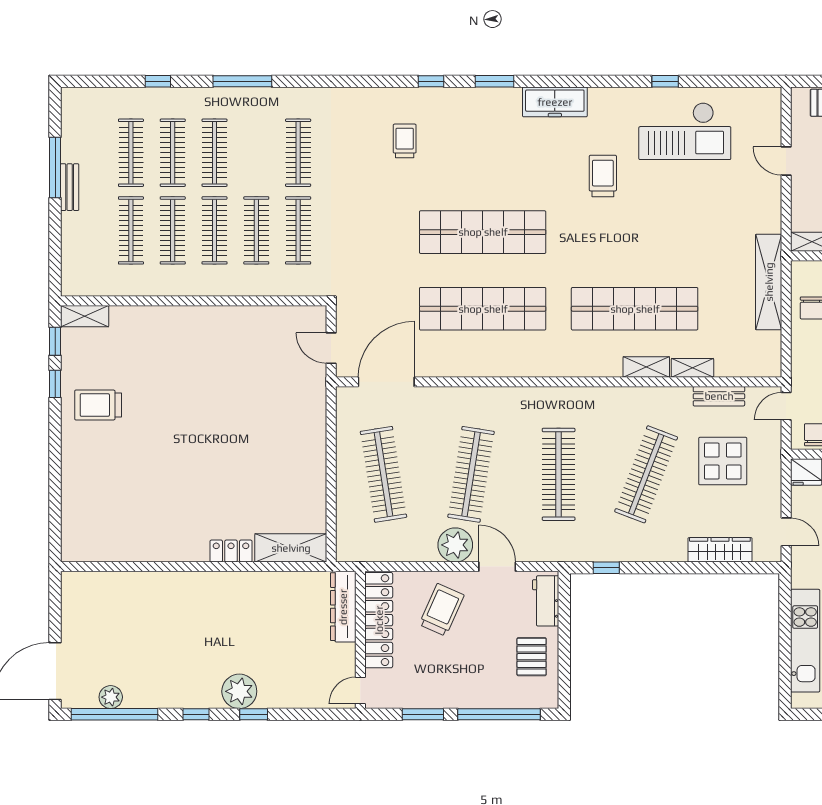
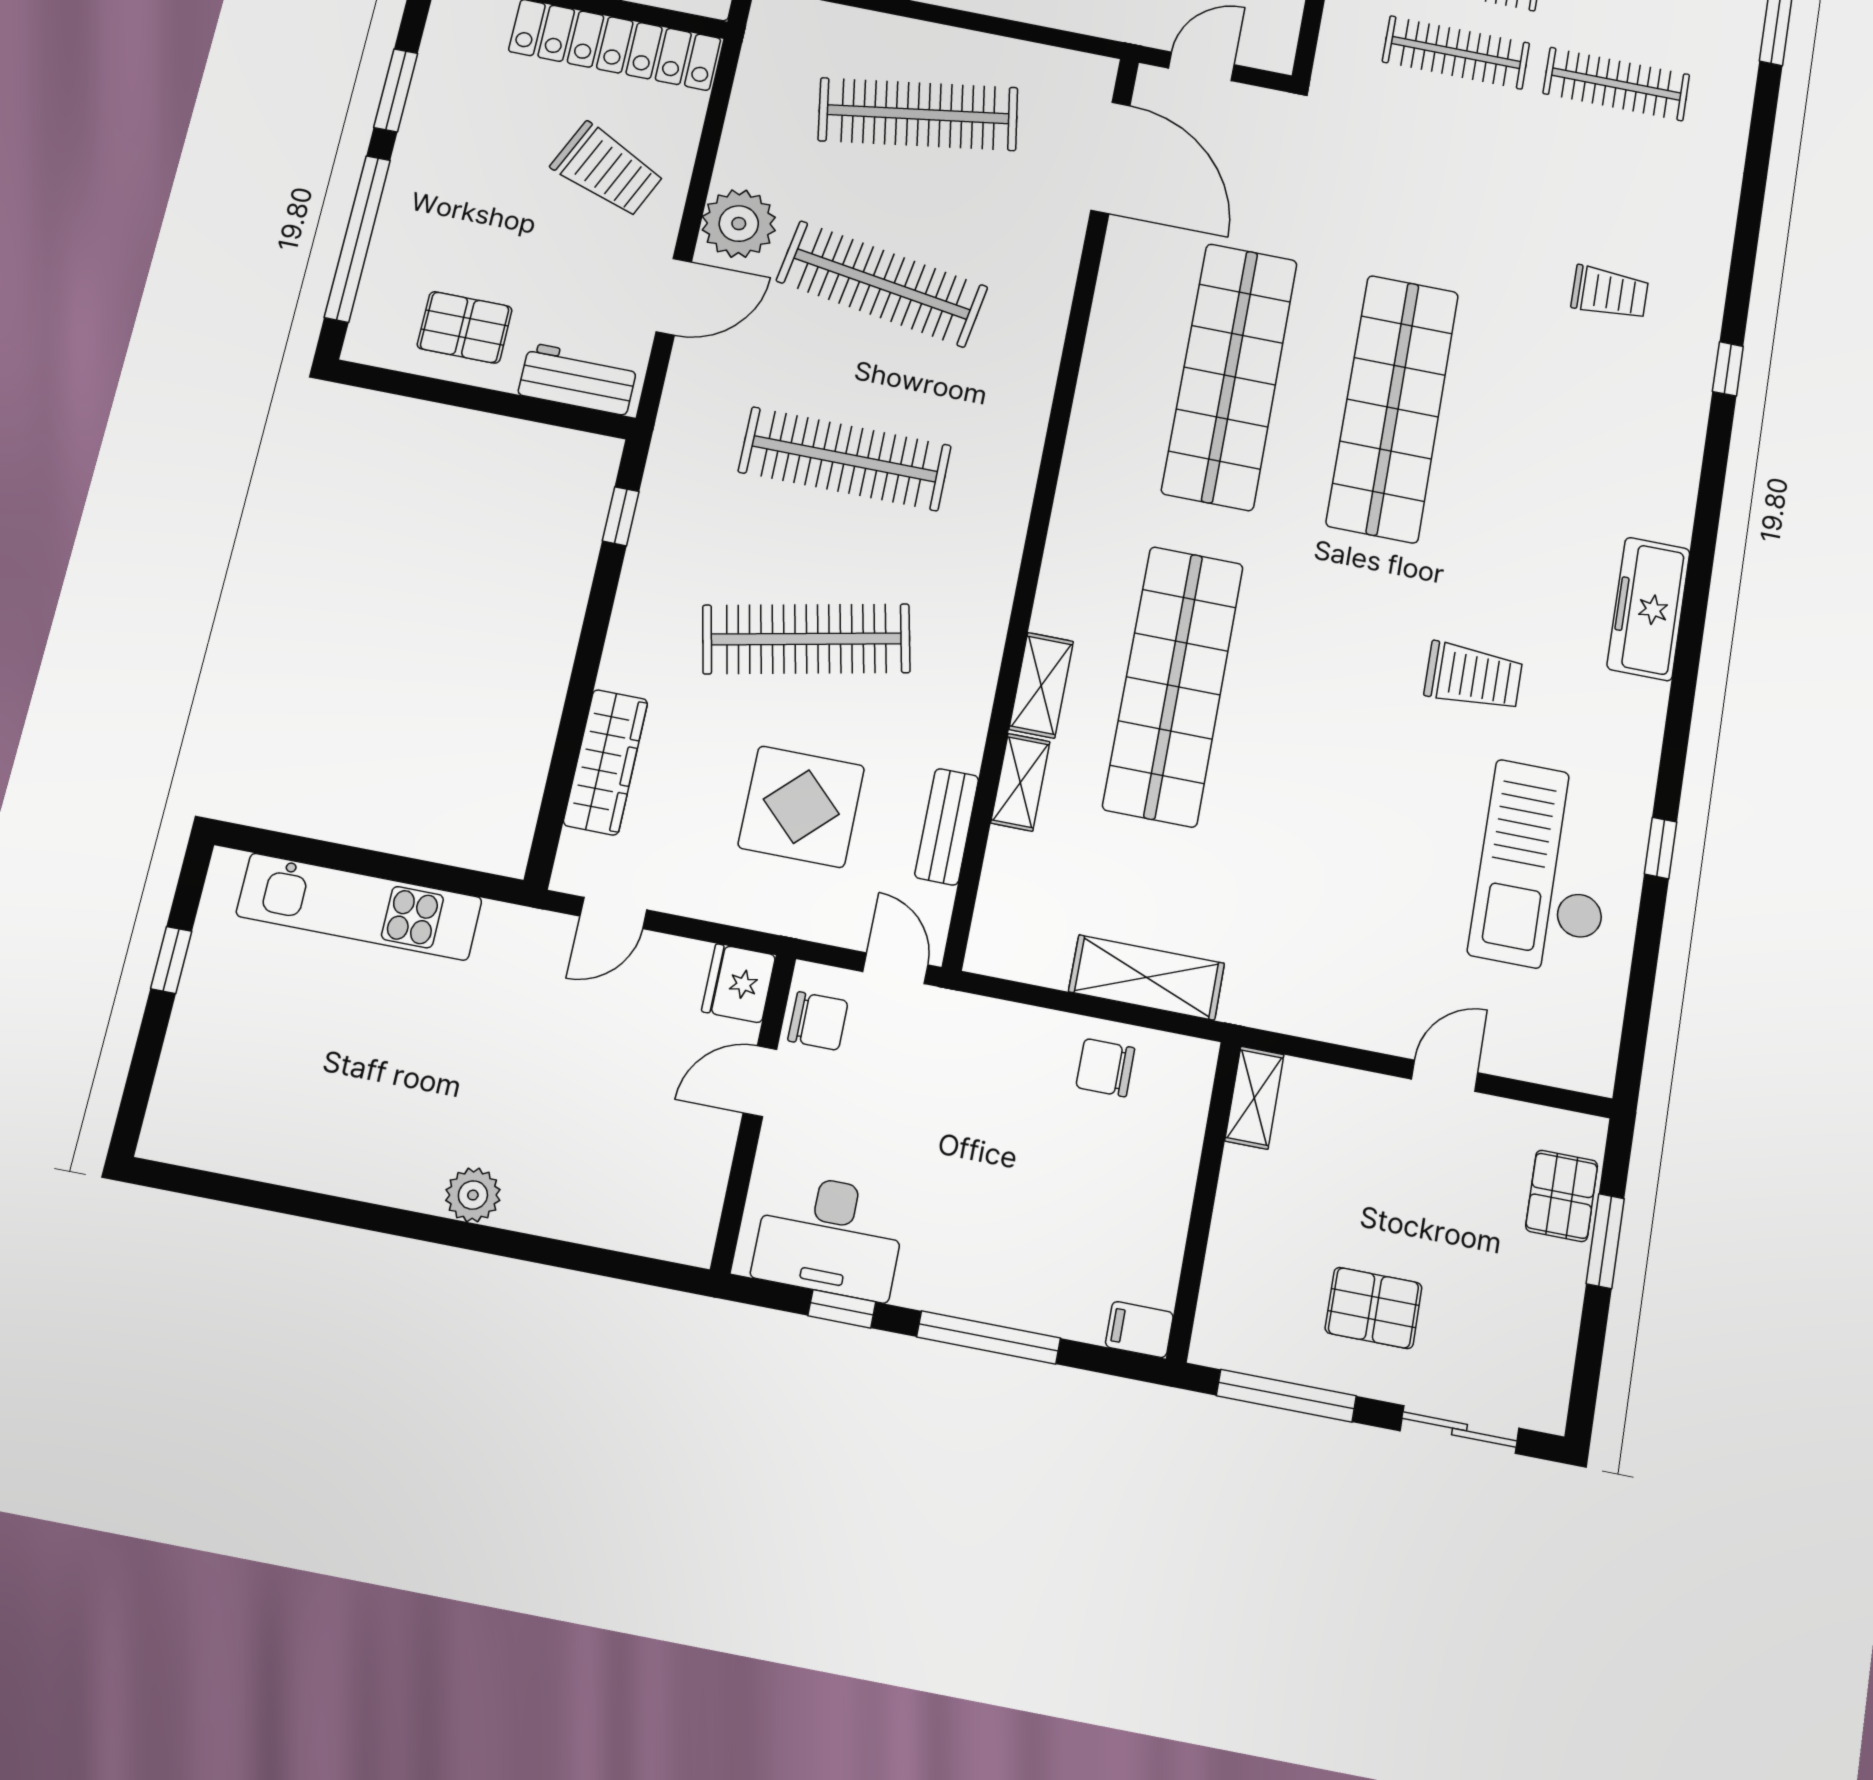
window: (494, 81) -> (1710, 495), removed
shelving: (769, 282) -> (1147, 977), width x0.68
clothes rail: (646, 474) -> (806, 639), turned -33

